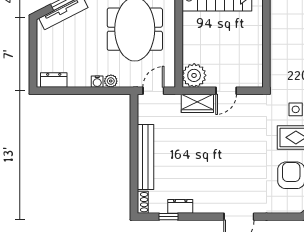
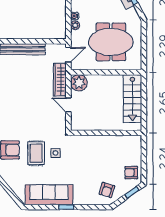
door: (153, 91) -> (68, 55), hinge flipped
wardrobe: (197, 103) -> (60, 80), width x1.50

